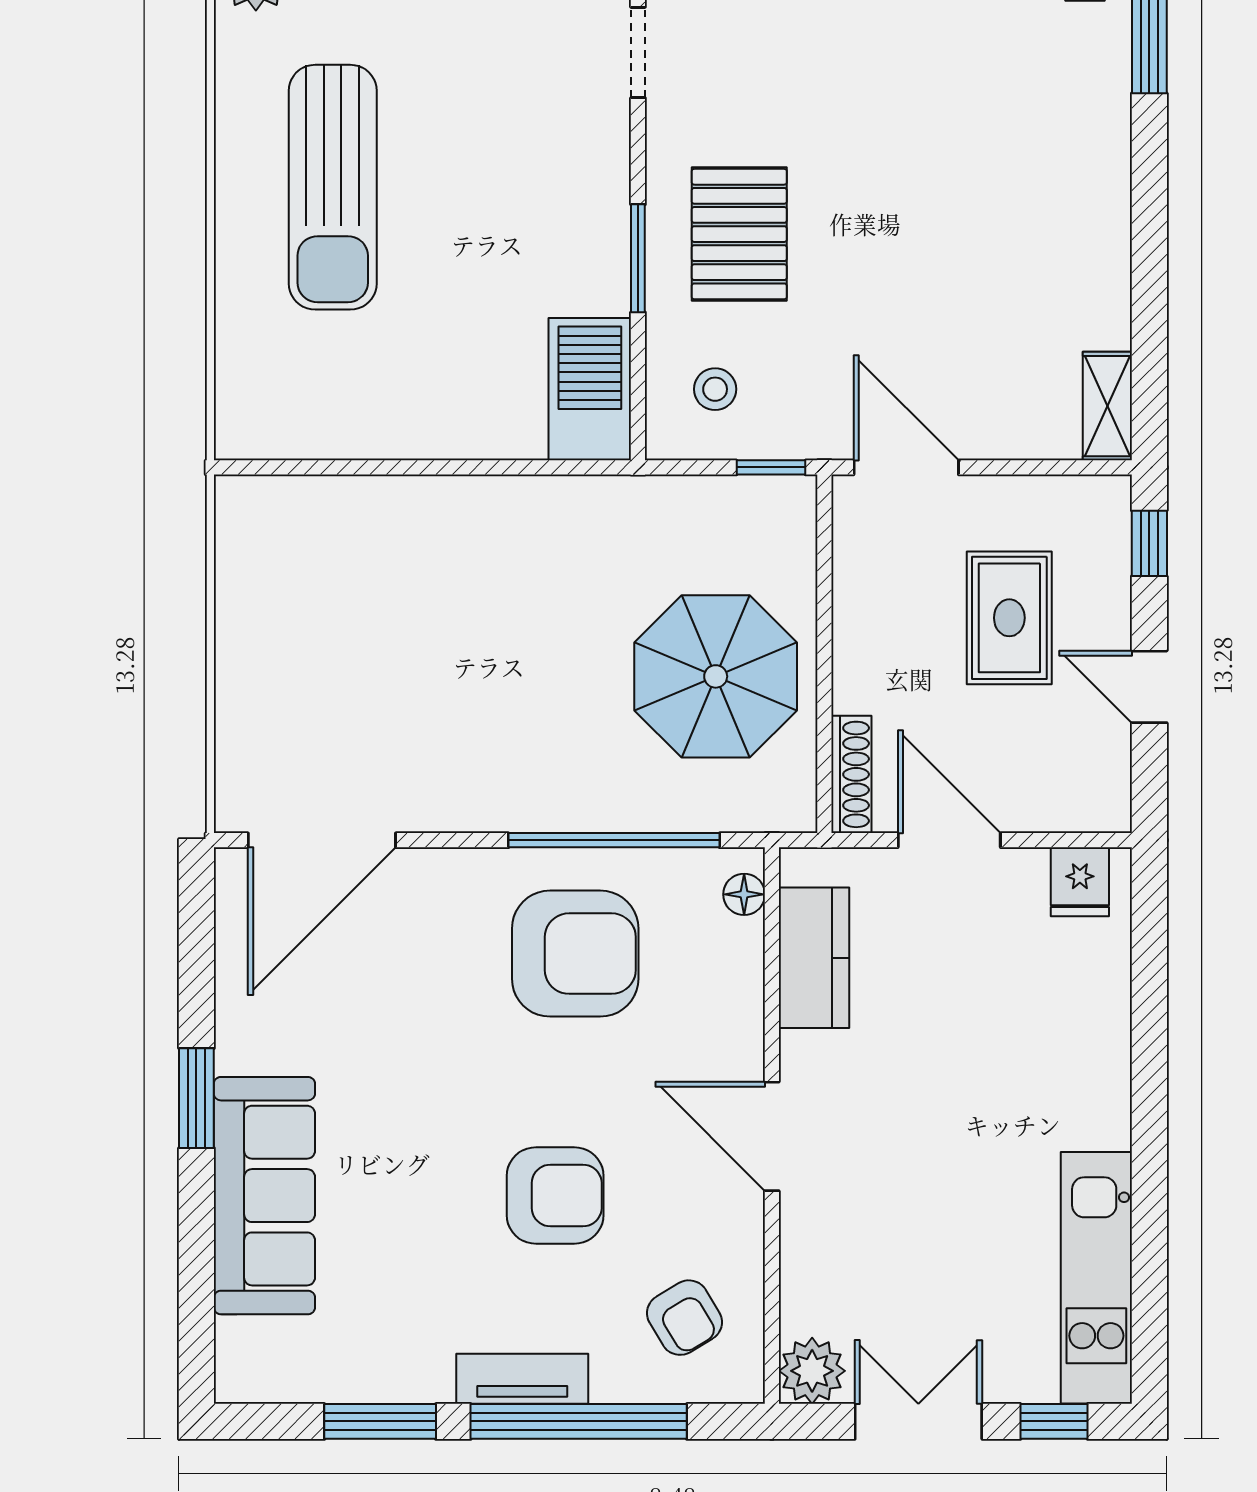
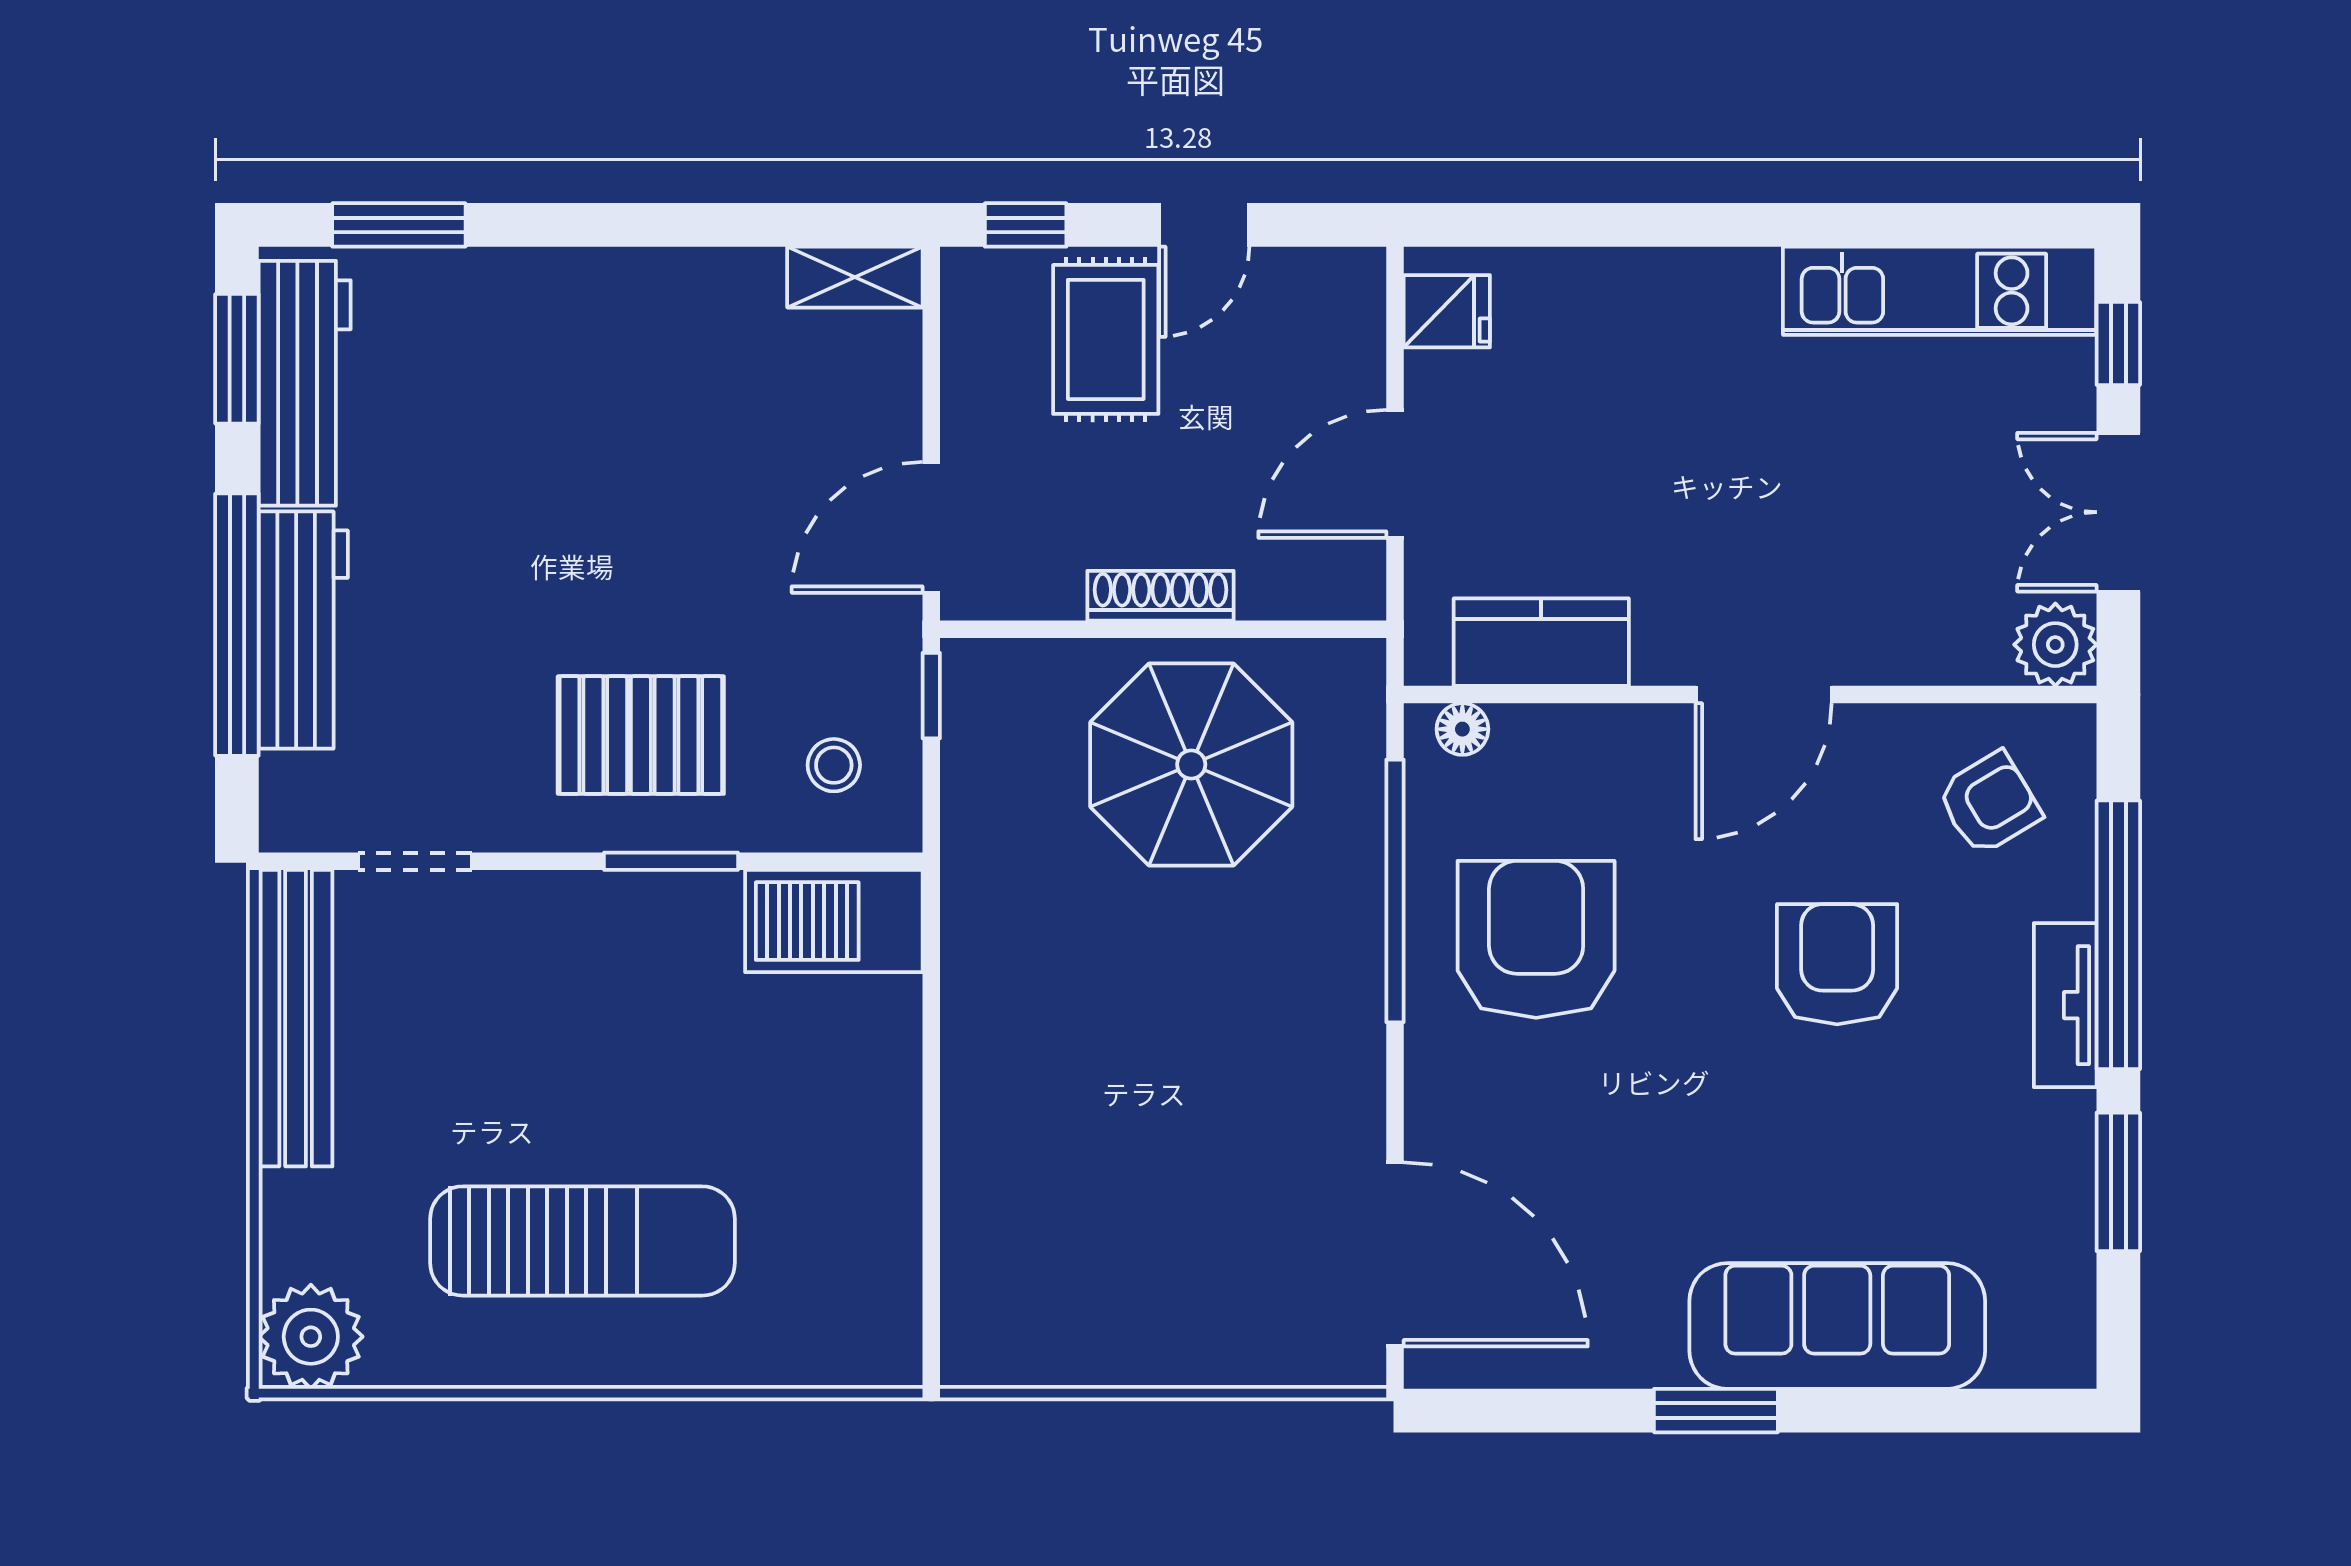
rug: (1009, 618) -> (1106, 339), moved, turned 90
shoe rack: (851, 774) -> (1161, 596), moved

